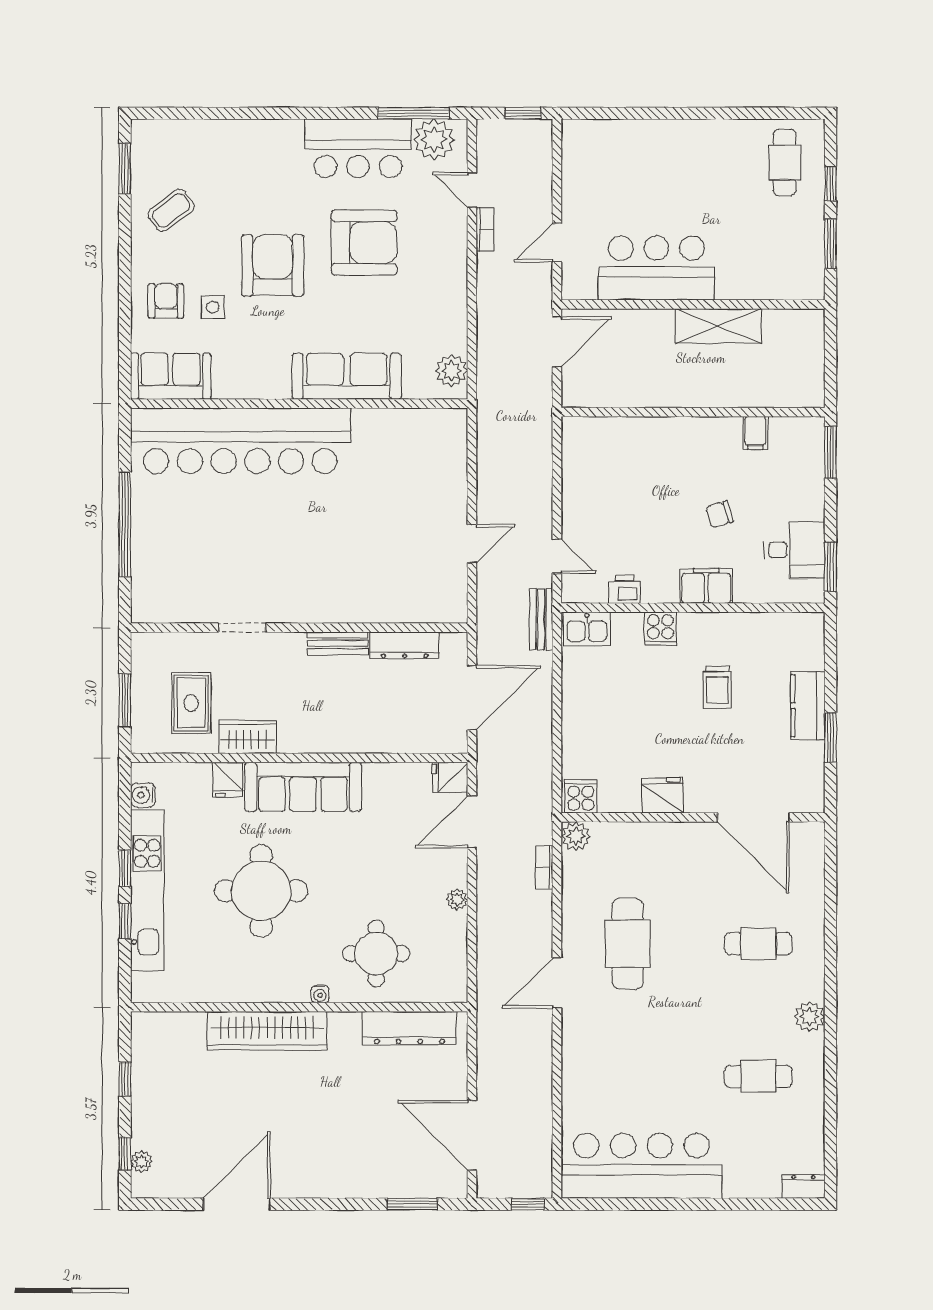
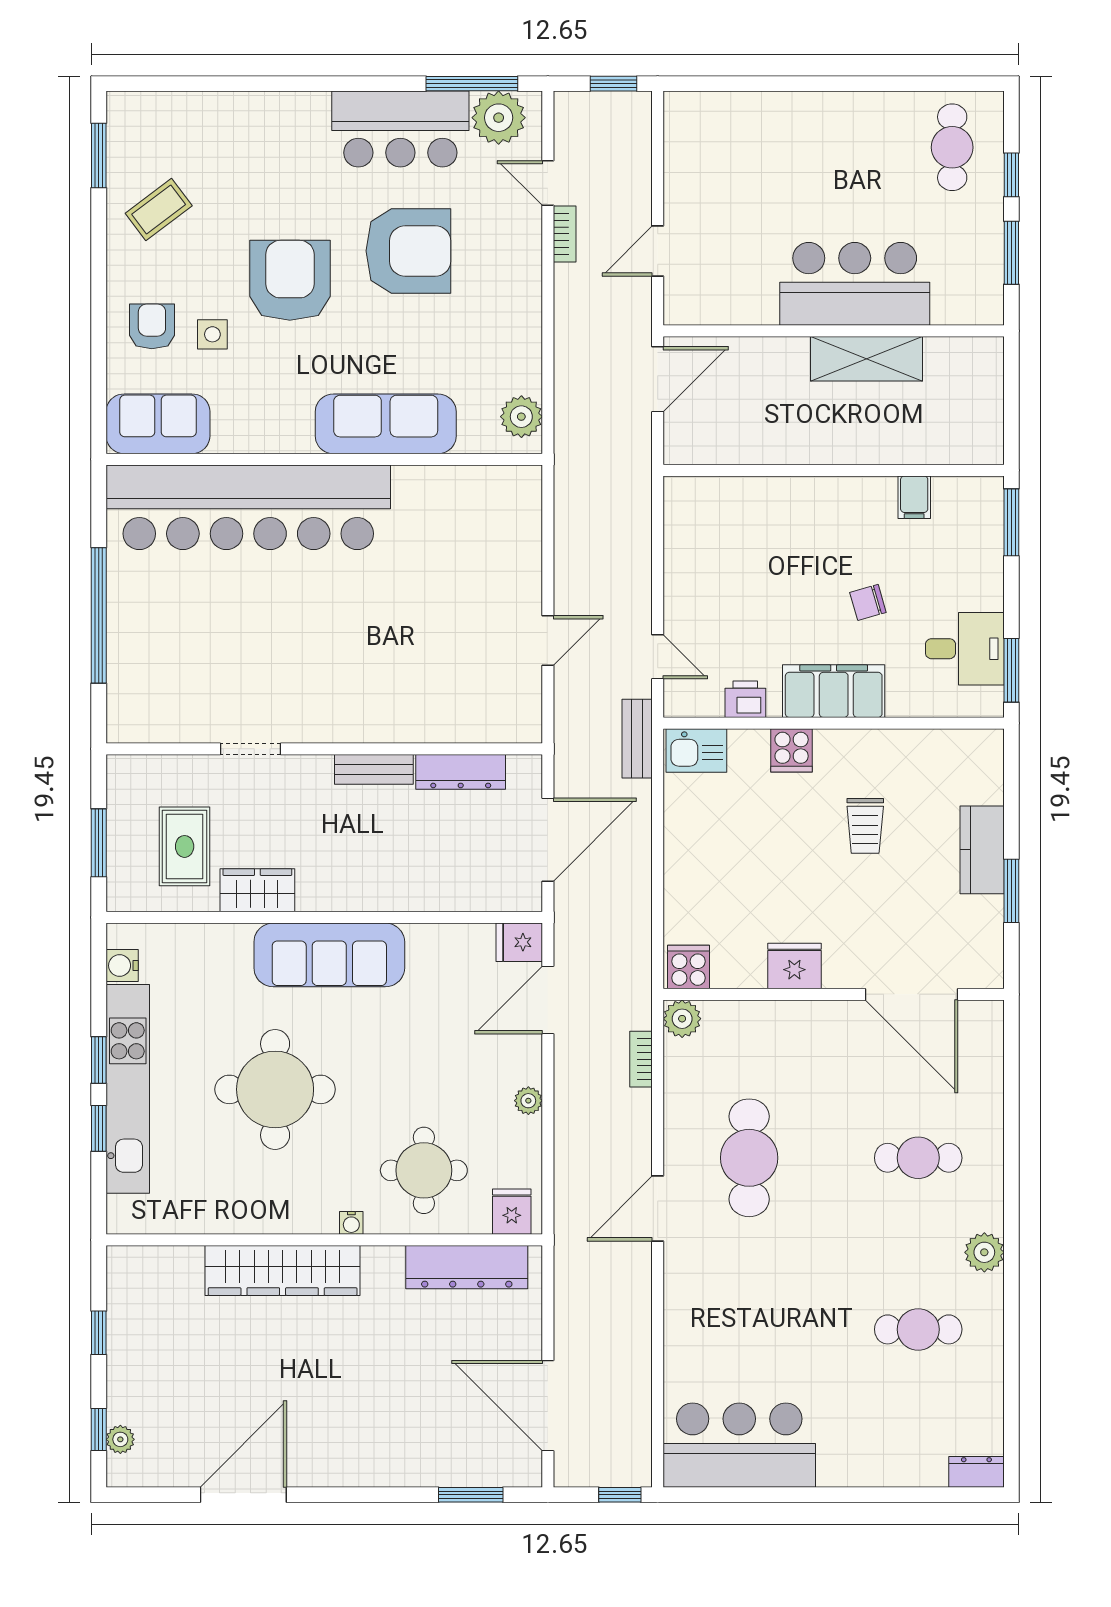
bar counter: (656, 268) -> (855, 284), moved
filing cabinet: (706, 586) -> (834, 691), width x1.50, depth x1.17
fridge: (228, 780) -> (512, 1212), moved, turned 180
bar counter: (641, 1166) -> (739, 1445), width x0.73

